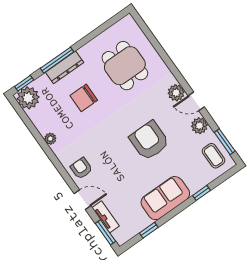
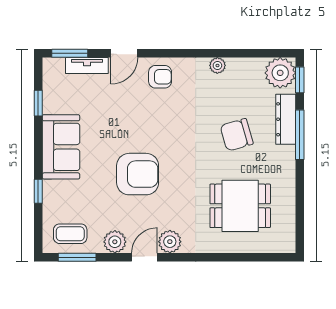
dresser: (65, 67) -> (286, 119), moved
chair: (84, 98) -> (237, 135), turned -106

